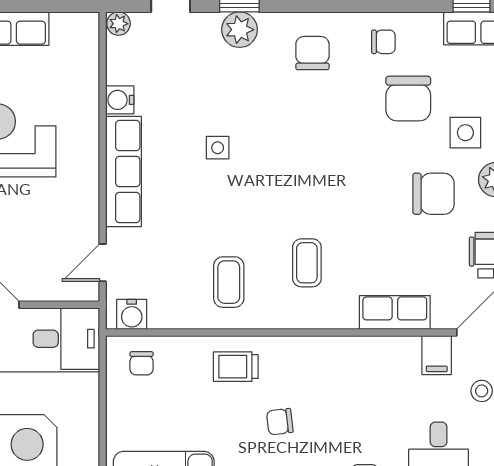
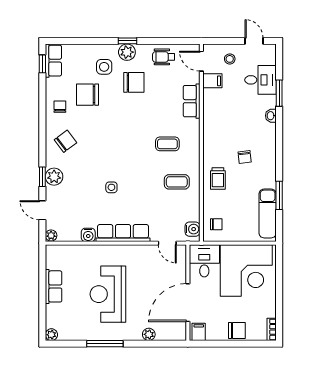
chair: (312, 53) -> (65, 141), turned 143
chair: (408, 99) -> (88, 95), turned 180
chair: (434, 194) -> (134, 82), turned 90

